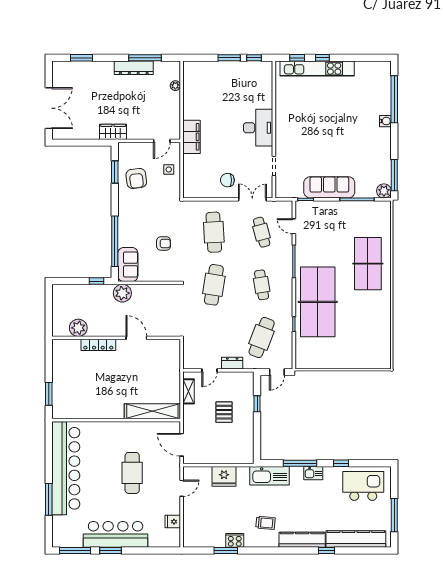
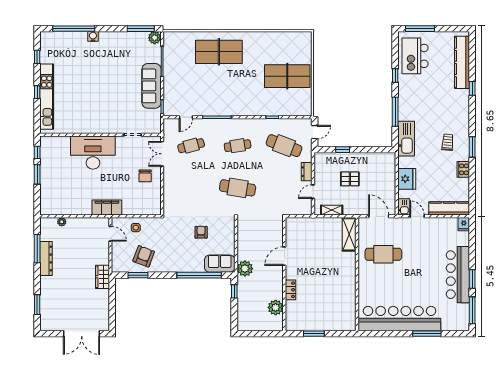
window: (297, 58) -> (37, 57), moved
double door: (49, 108) -> (82, 334), swing flipped
desk: (258, 128) -> (93, 153), width x1.36, depth x1.30
armchair: (136, 178) -> (144, 256), turned -62
cafe table: (214, 232) -> (191, 188), removed
table tennis table: (318, 302) -> (287, 76), moved, width x0.73, depth x0.76
locker: (98, 345) -> (291, 290), width x0.66
door: (209, 370) -> (313, 192), swing flipped
door: (277, 372) -> (315, 132), hinge flipped
window: (49, 394) -> (314, 334), moved
shelving: (152, 411) -> (349, 234), width x0.68
door: (182, 445) -> (379, 216), swing flipped
cafe table: (132, 473) -> (383, 254), moved
kitchen sink: (313, 473) -> (404, 207), moved
window: (394, 515) -> (420, 29), moved
fridge: (173, 522) -> (464, 224), moved
kitchen counter: (302, 540) -> (449, 208), moved, turned 90
window: (226, 550) -> (472, 147), moved

